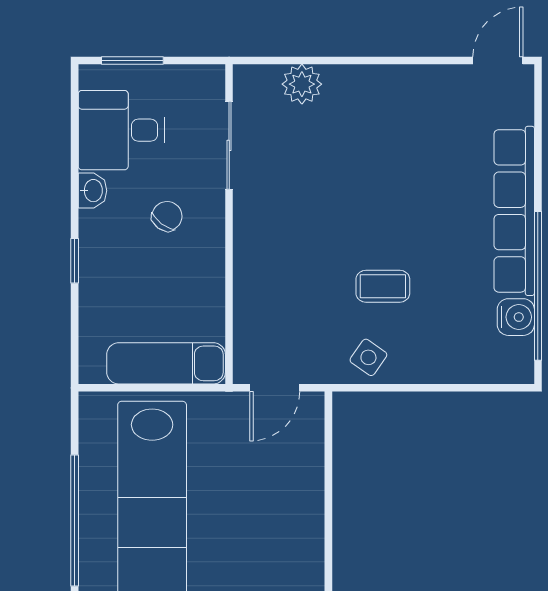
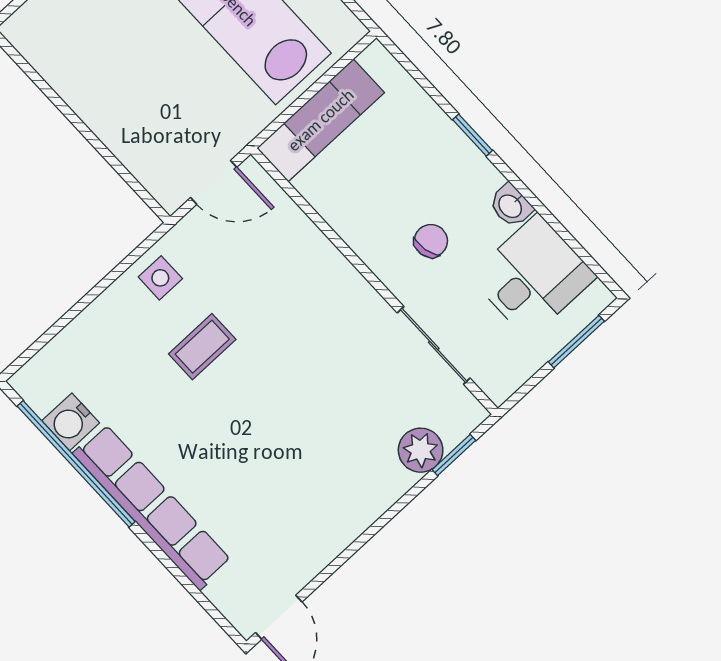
window: (283, 61) -> (454, 455), added
chair: (167, 216) -> (431, 241), turned -139
side table: (368, 357) -> (160, 278), turned -35
door: (275, 388) -> (214, 182), swing flipped

